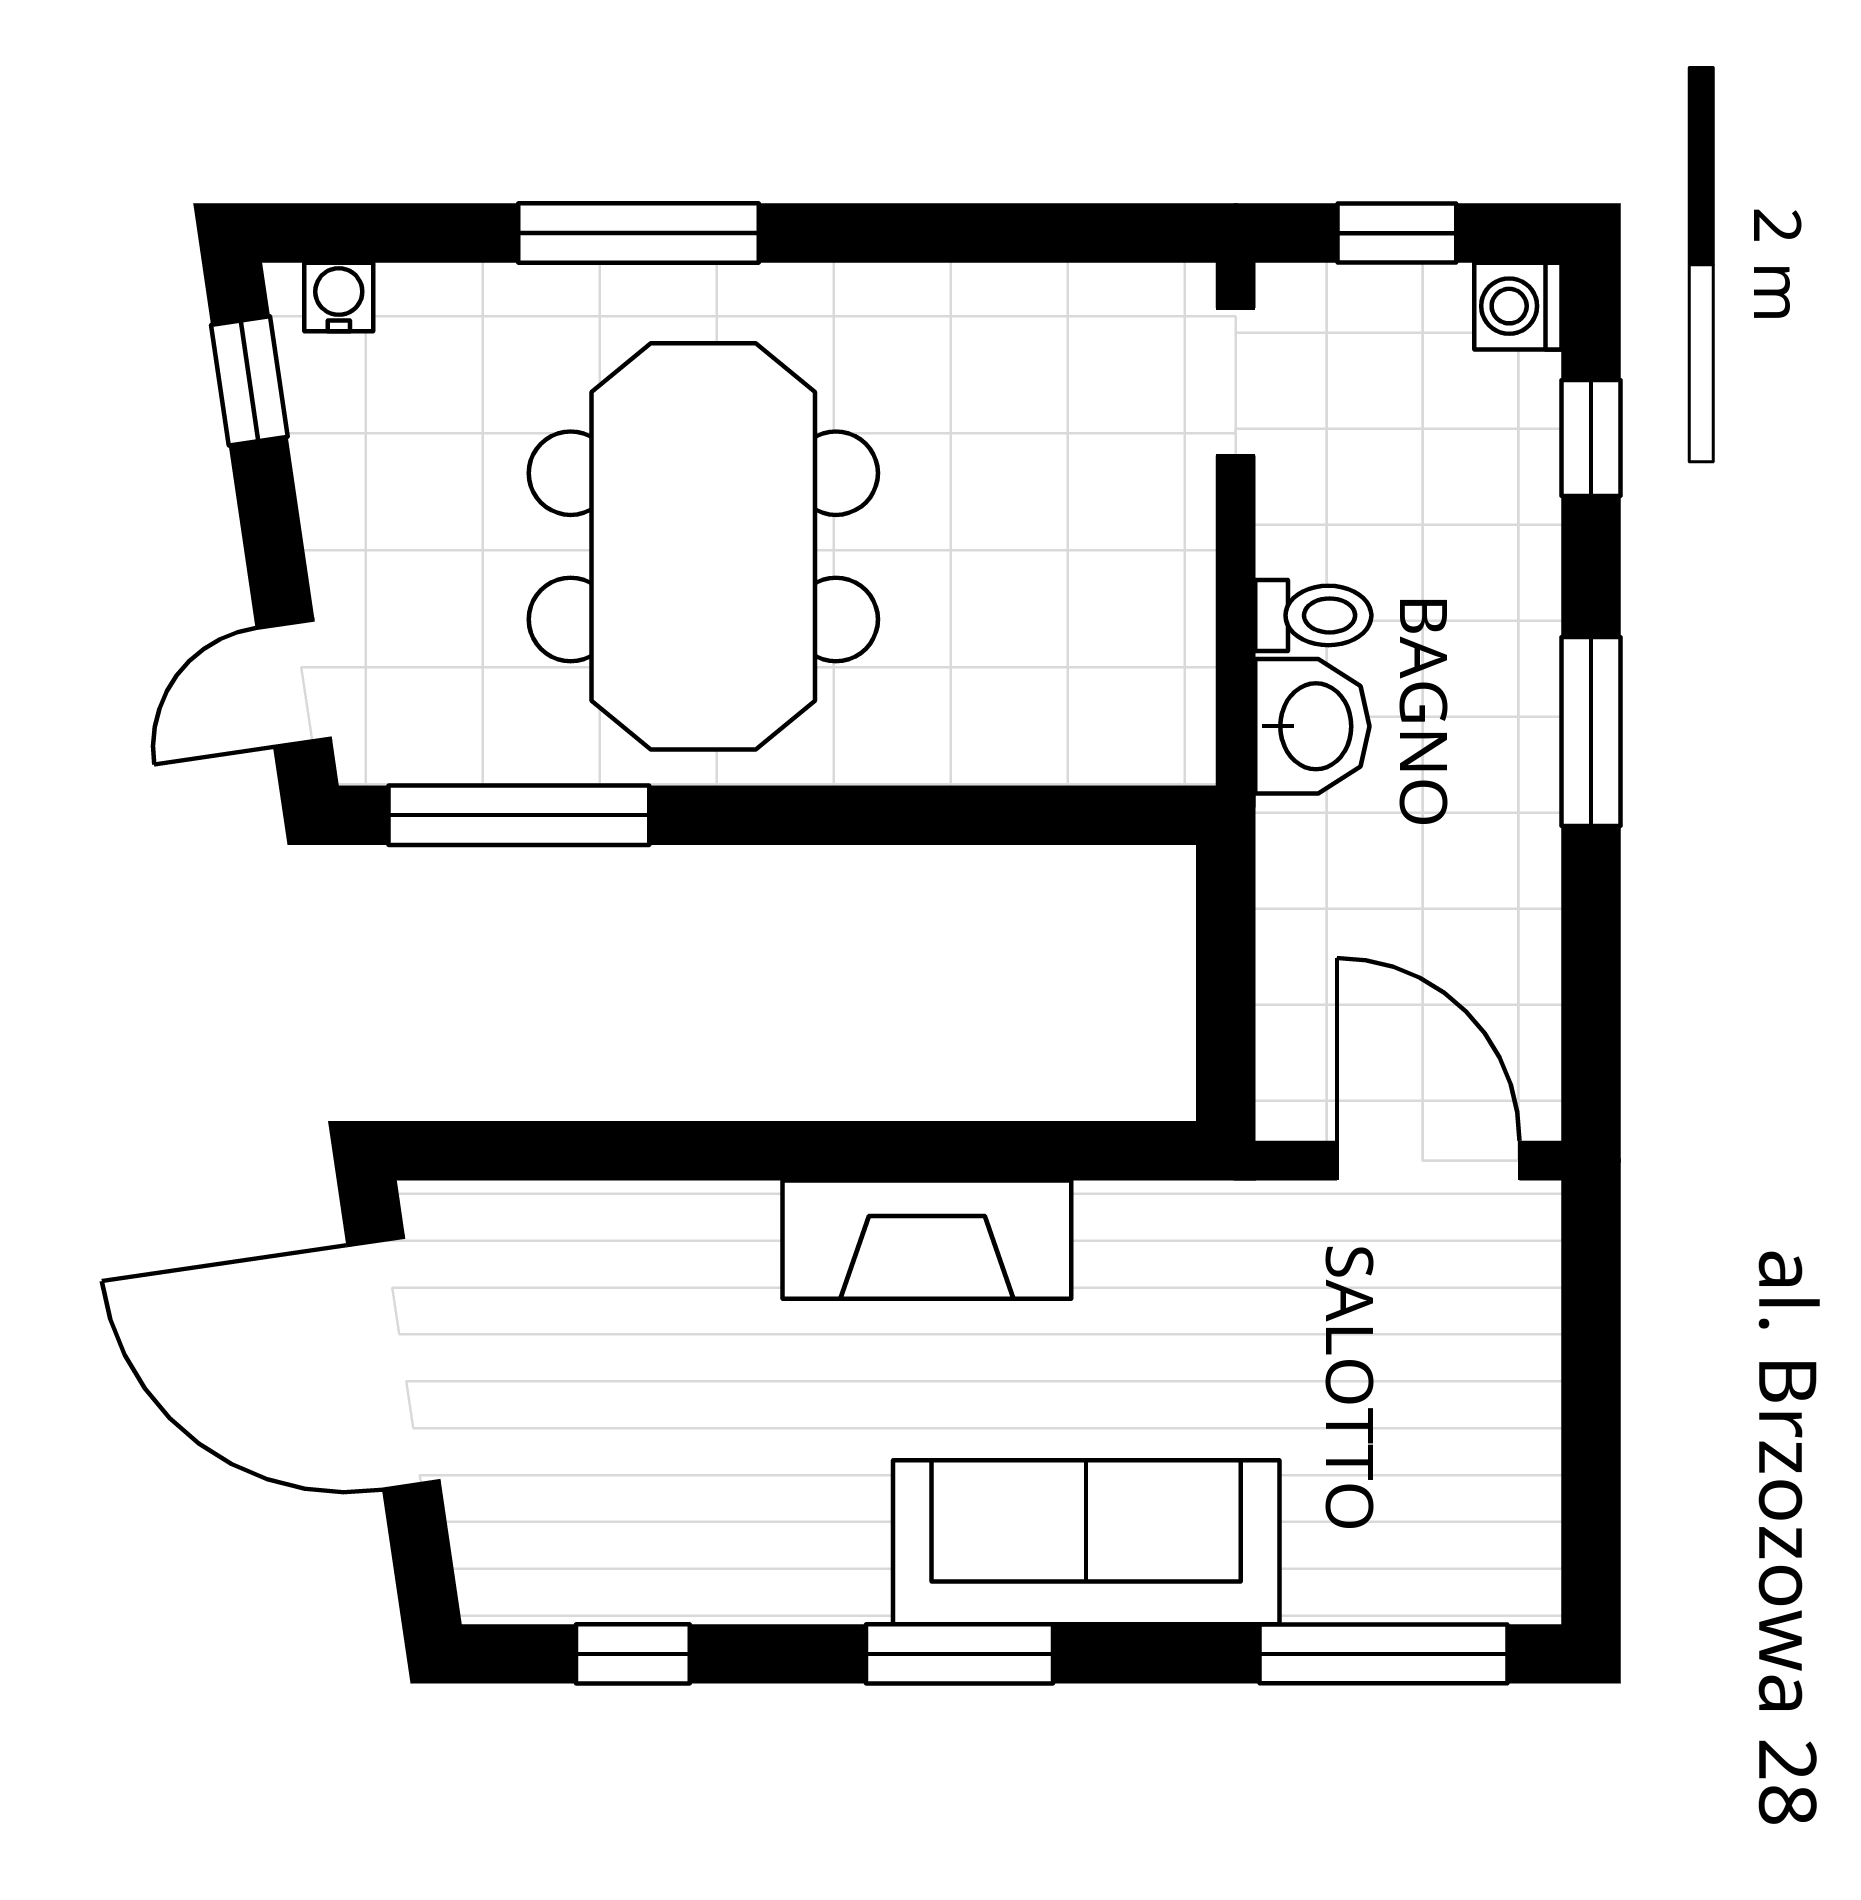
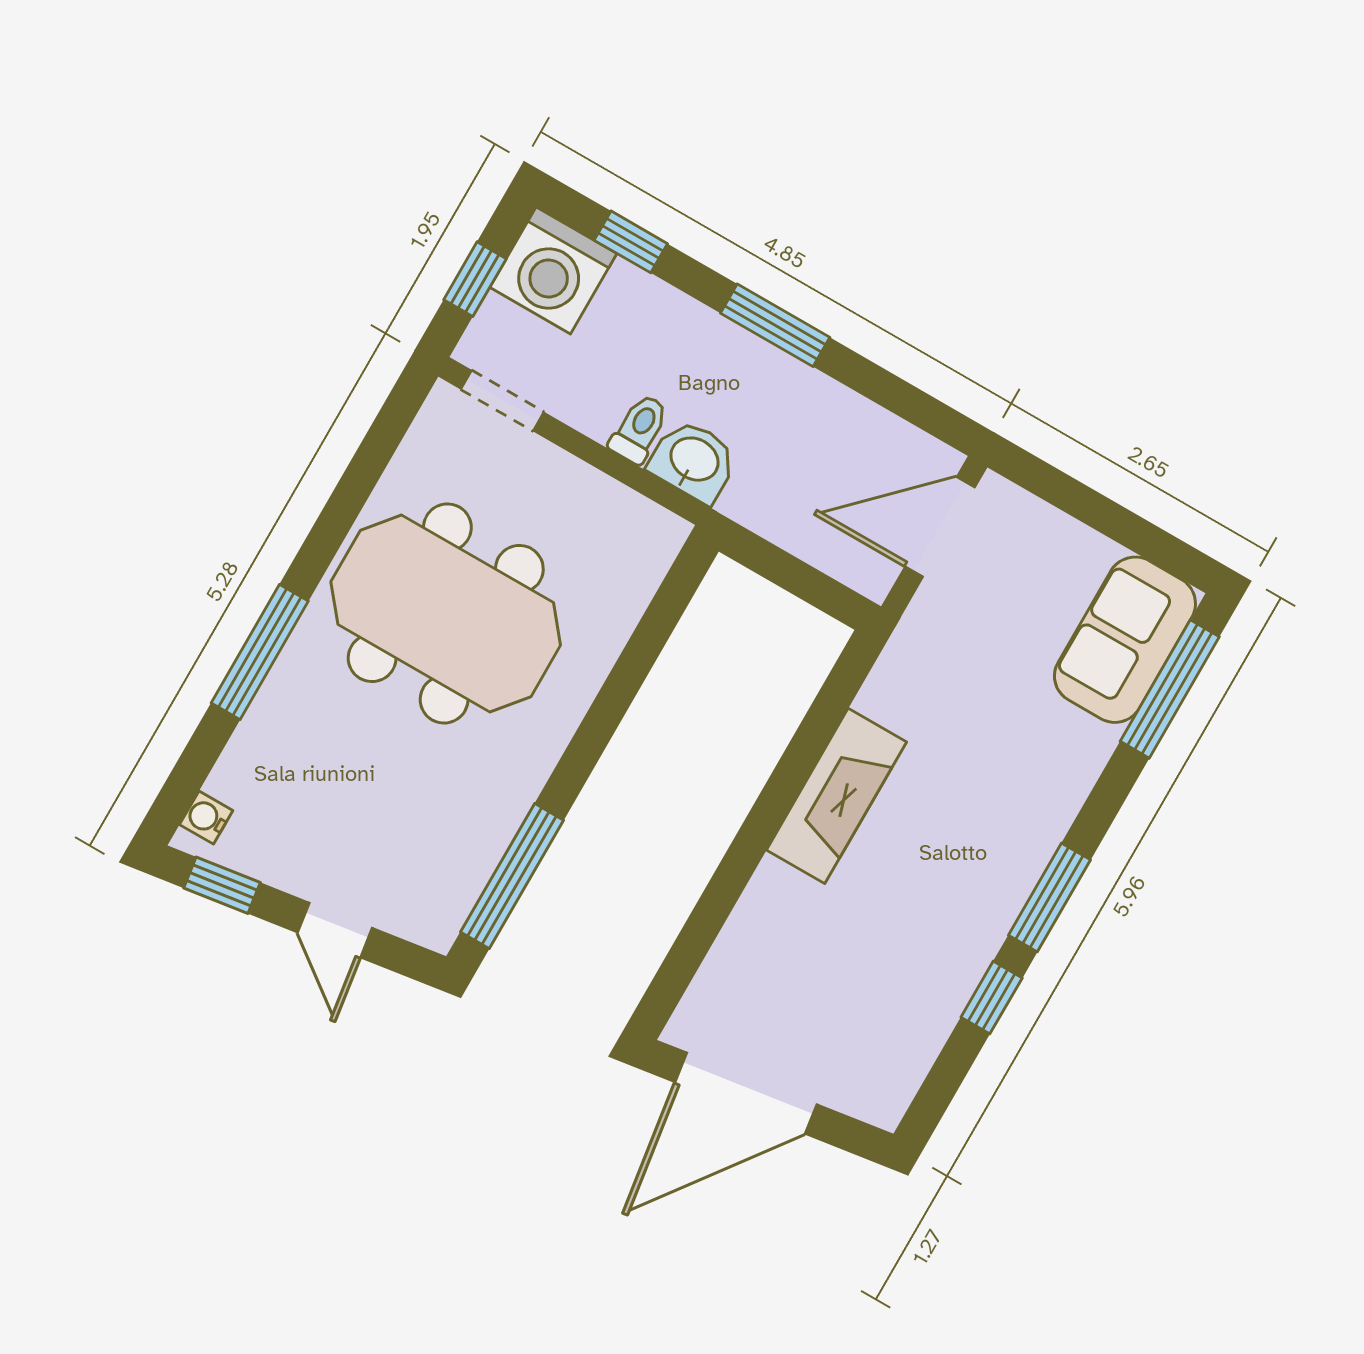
washing machine: (1518, 306) -> (553, 270), width x1.89, depth x1.89
meeting table: (703, 546) -> (446, 613), moved
door: (294, 683) -> (335, 930), moved
sofa: (1086, 1542) -> (1125, 640), moved, width x0.73
window: (633, 1654) -> (992, 998), moved

